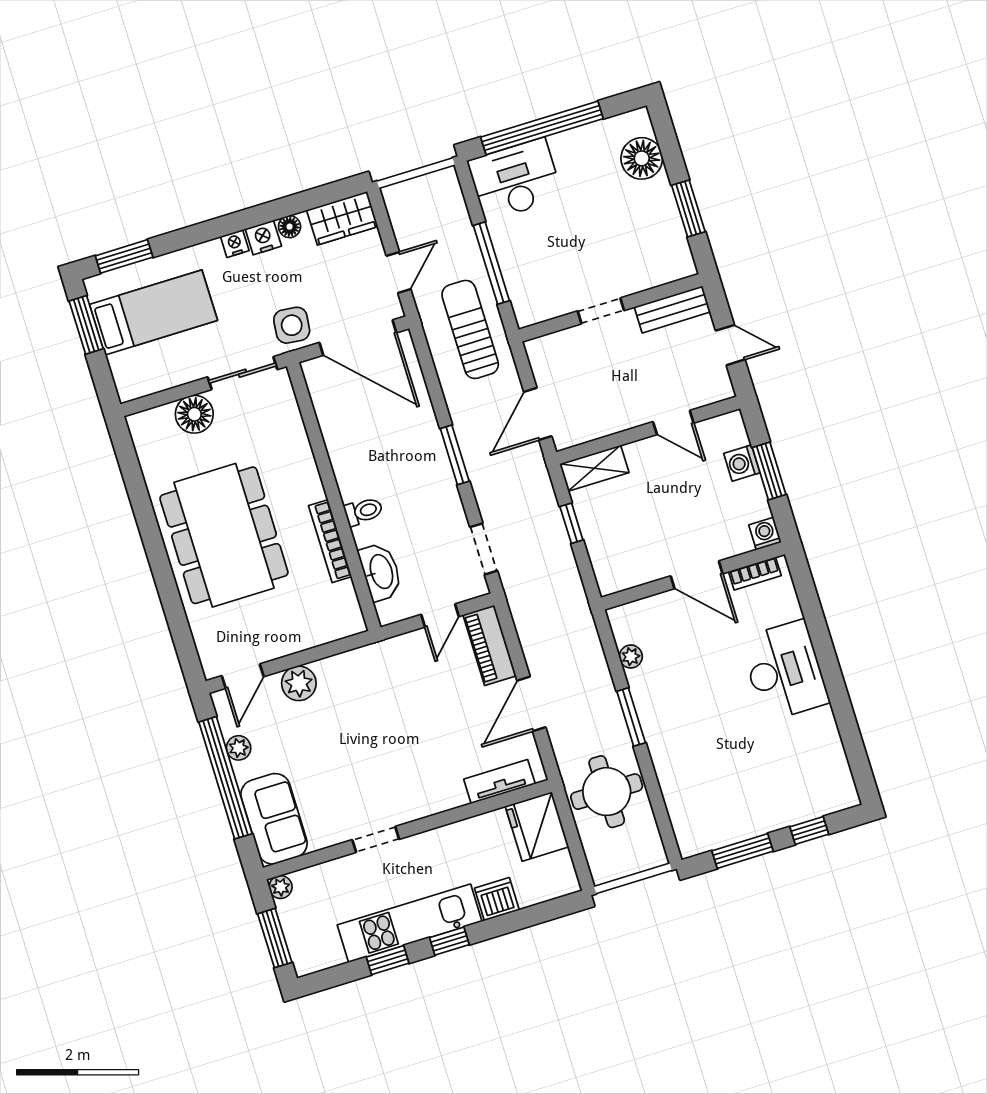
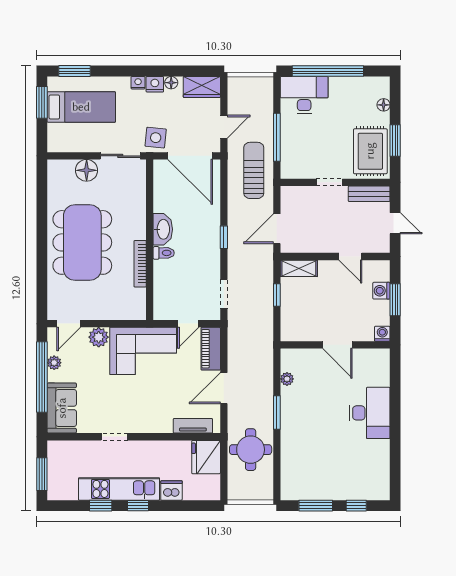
floor lamp: (642, 158) -> (384, 105), width x0.53, depth x0.53
rug: (653, 239) -> (370, 151), added
window: (455, 455) -> (224, 237), width x0.67
washbasin: (380, 572) -> (163, 229), moved
bookcase: (755, 574) -> (370, 354), removed
corner sofa: (379, 683) -> (143, 351), added
plant: (281, 887) -> (54, 447), removed

